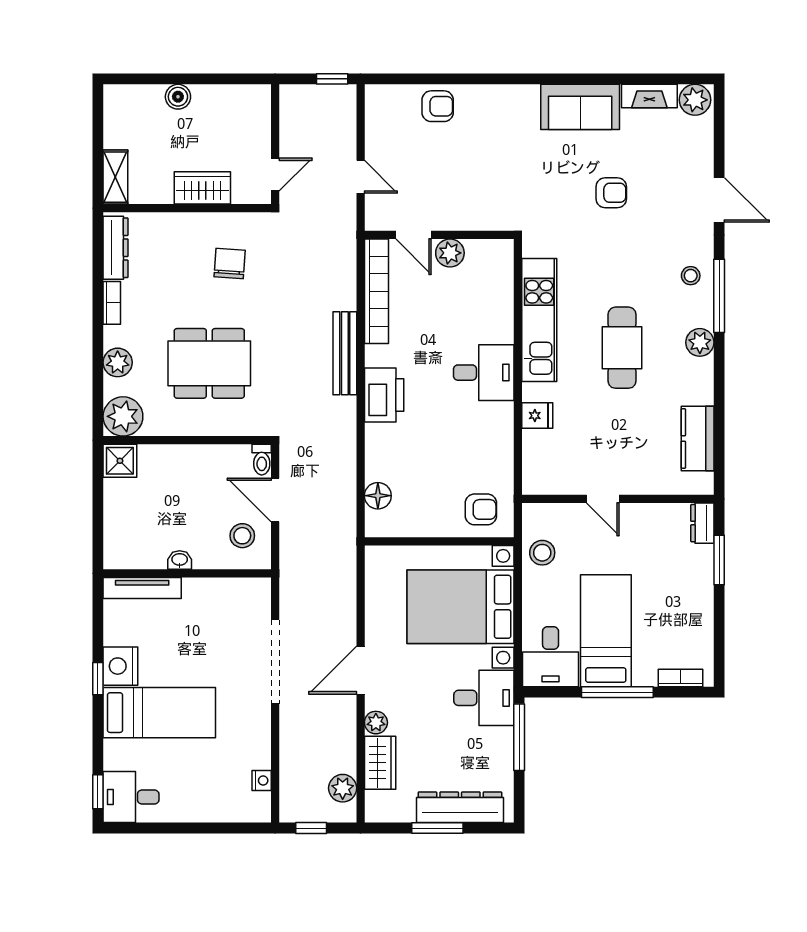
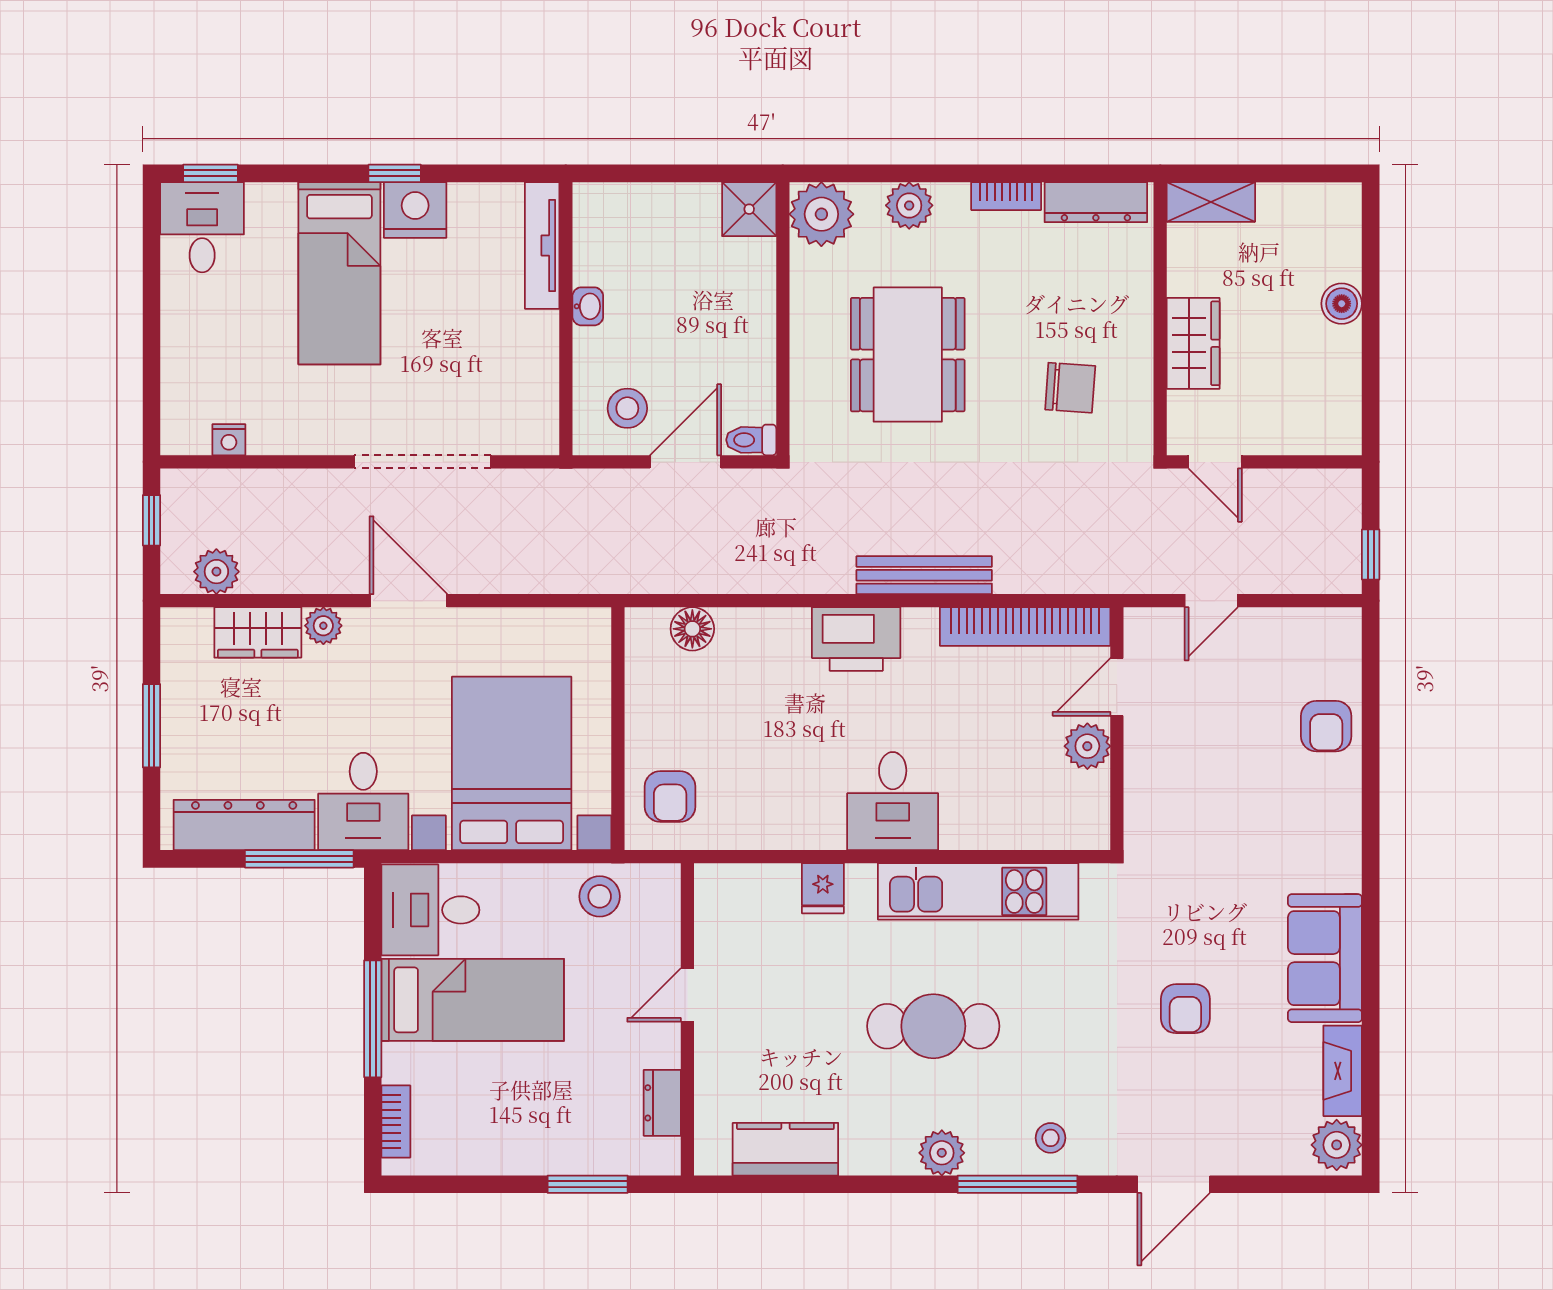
dresser: (702, 523) -> (662, 1103), moved, turned -90
dresser: (460, 807) -> (244, 825), moved, turned -90

